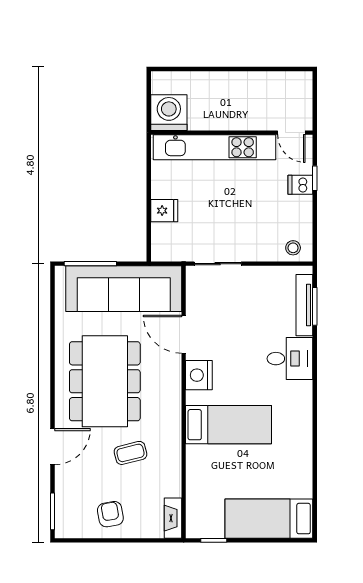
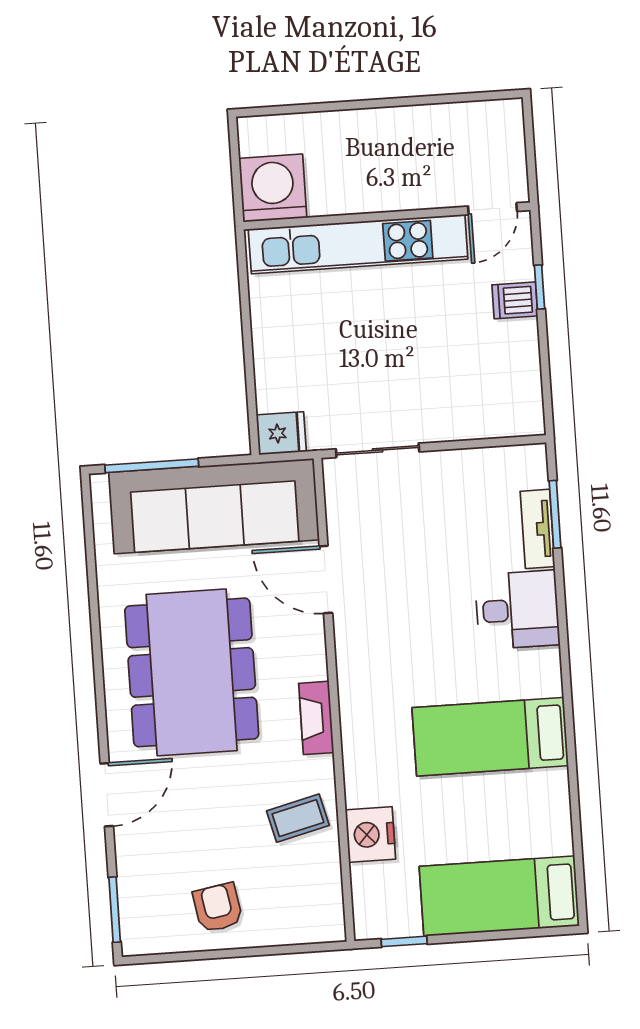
door: (291, 133) -> (493, 209), hinge flipped
fridge: (164, 211) -> (281, 433), moved
stool: (293, 248) -> (509, 413), removed
tv unit: (304, 305) -> (538, 529), width x0.71
nightstand: (199, 375) -> (370, 835), moved
bed: (229, 425) -> (490, 737), moved, turned 180
coffee table: (131, 453) -> (298, 818), moved
fireplace: (173, 518) -> (316, 718), moved

